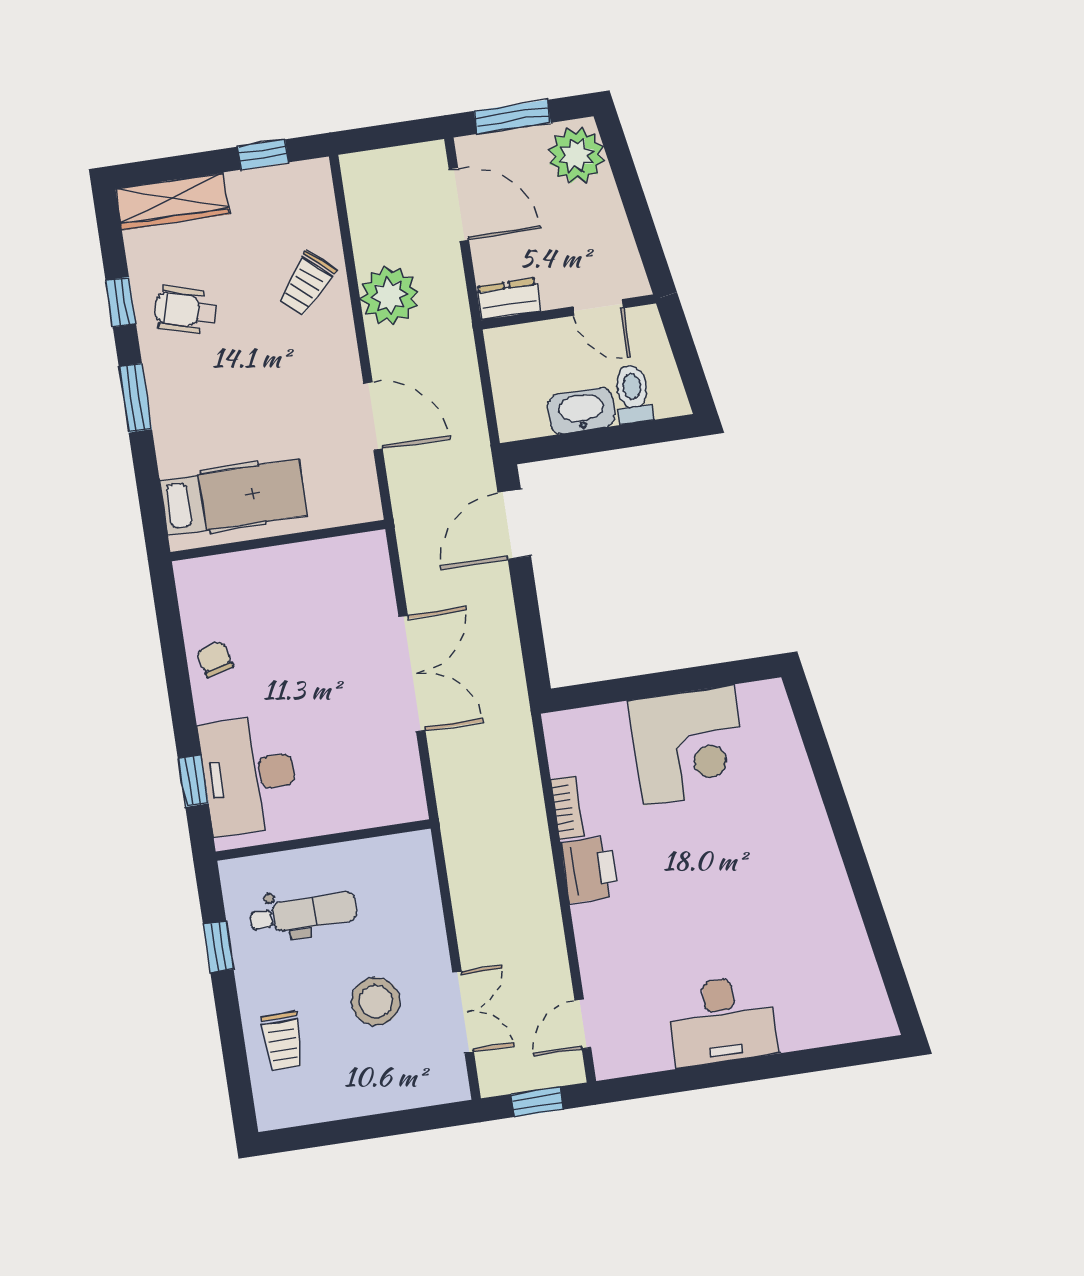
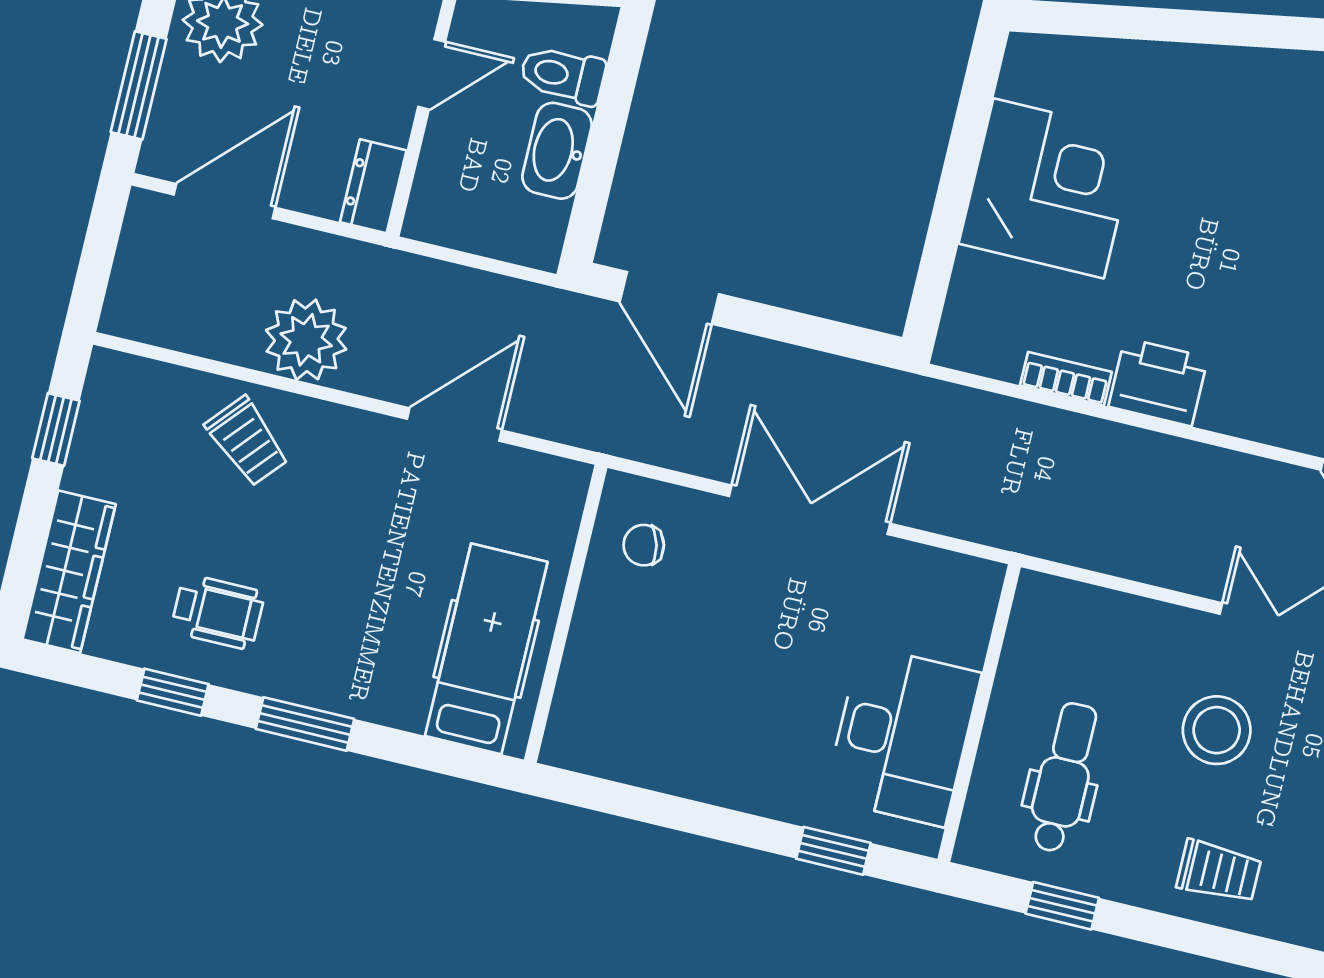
wheelchair: (186, 310) -> (218, 612), turned -106
chair: (215, 659) -> (644, 545), moved
desk: (249, 775) -> (903, 736), moved, turned -90

